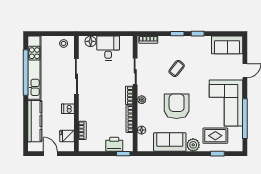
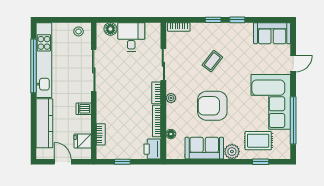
armchair: (177, 106) -> (212, 106), turned -90
printer: (114, 144) -> (152, 149), moved, turned -90
window: (123, 154) -> (122, 162), moved

